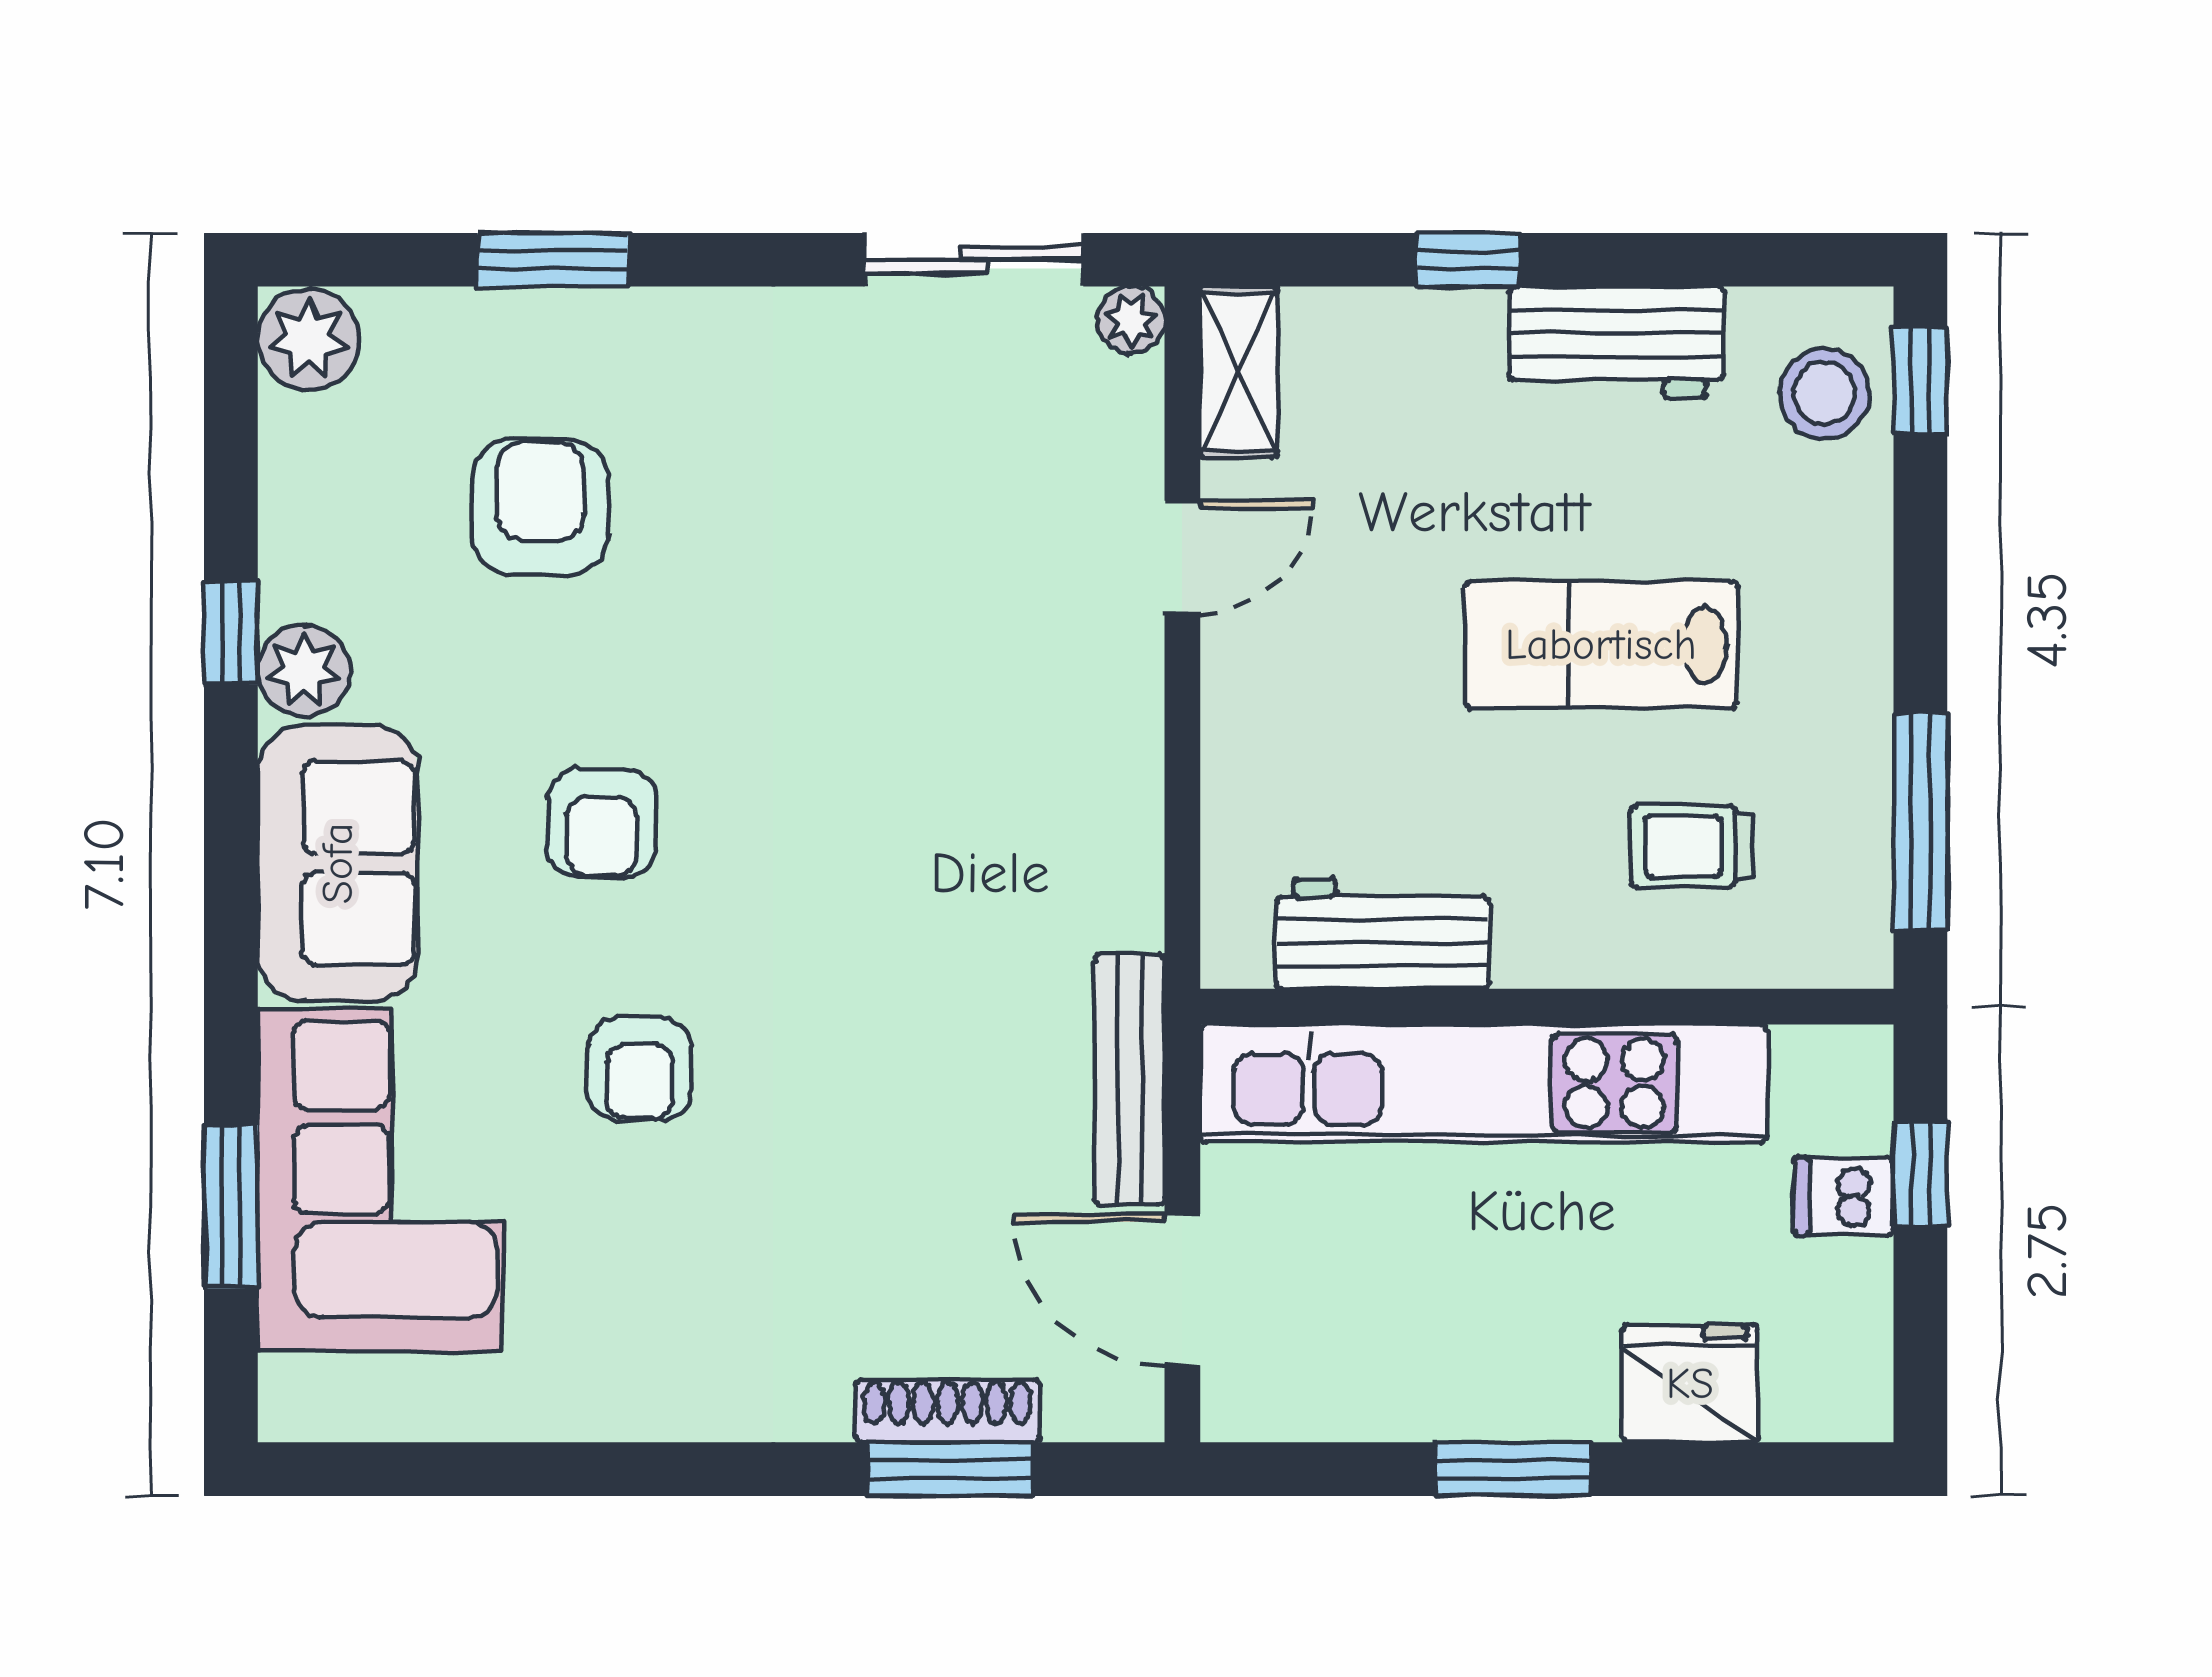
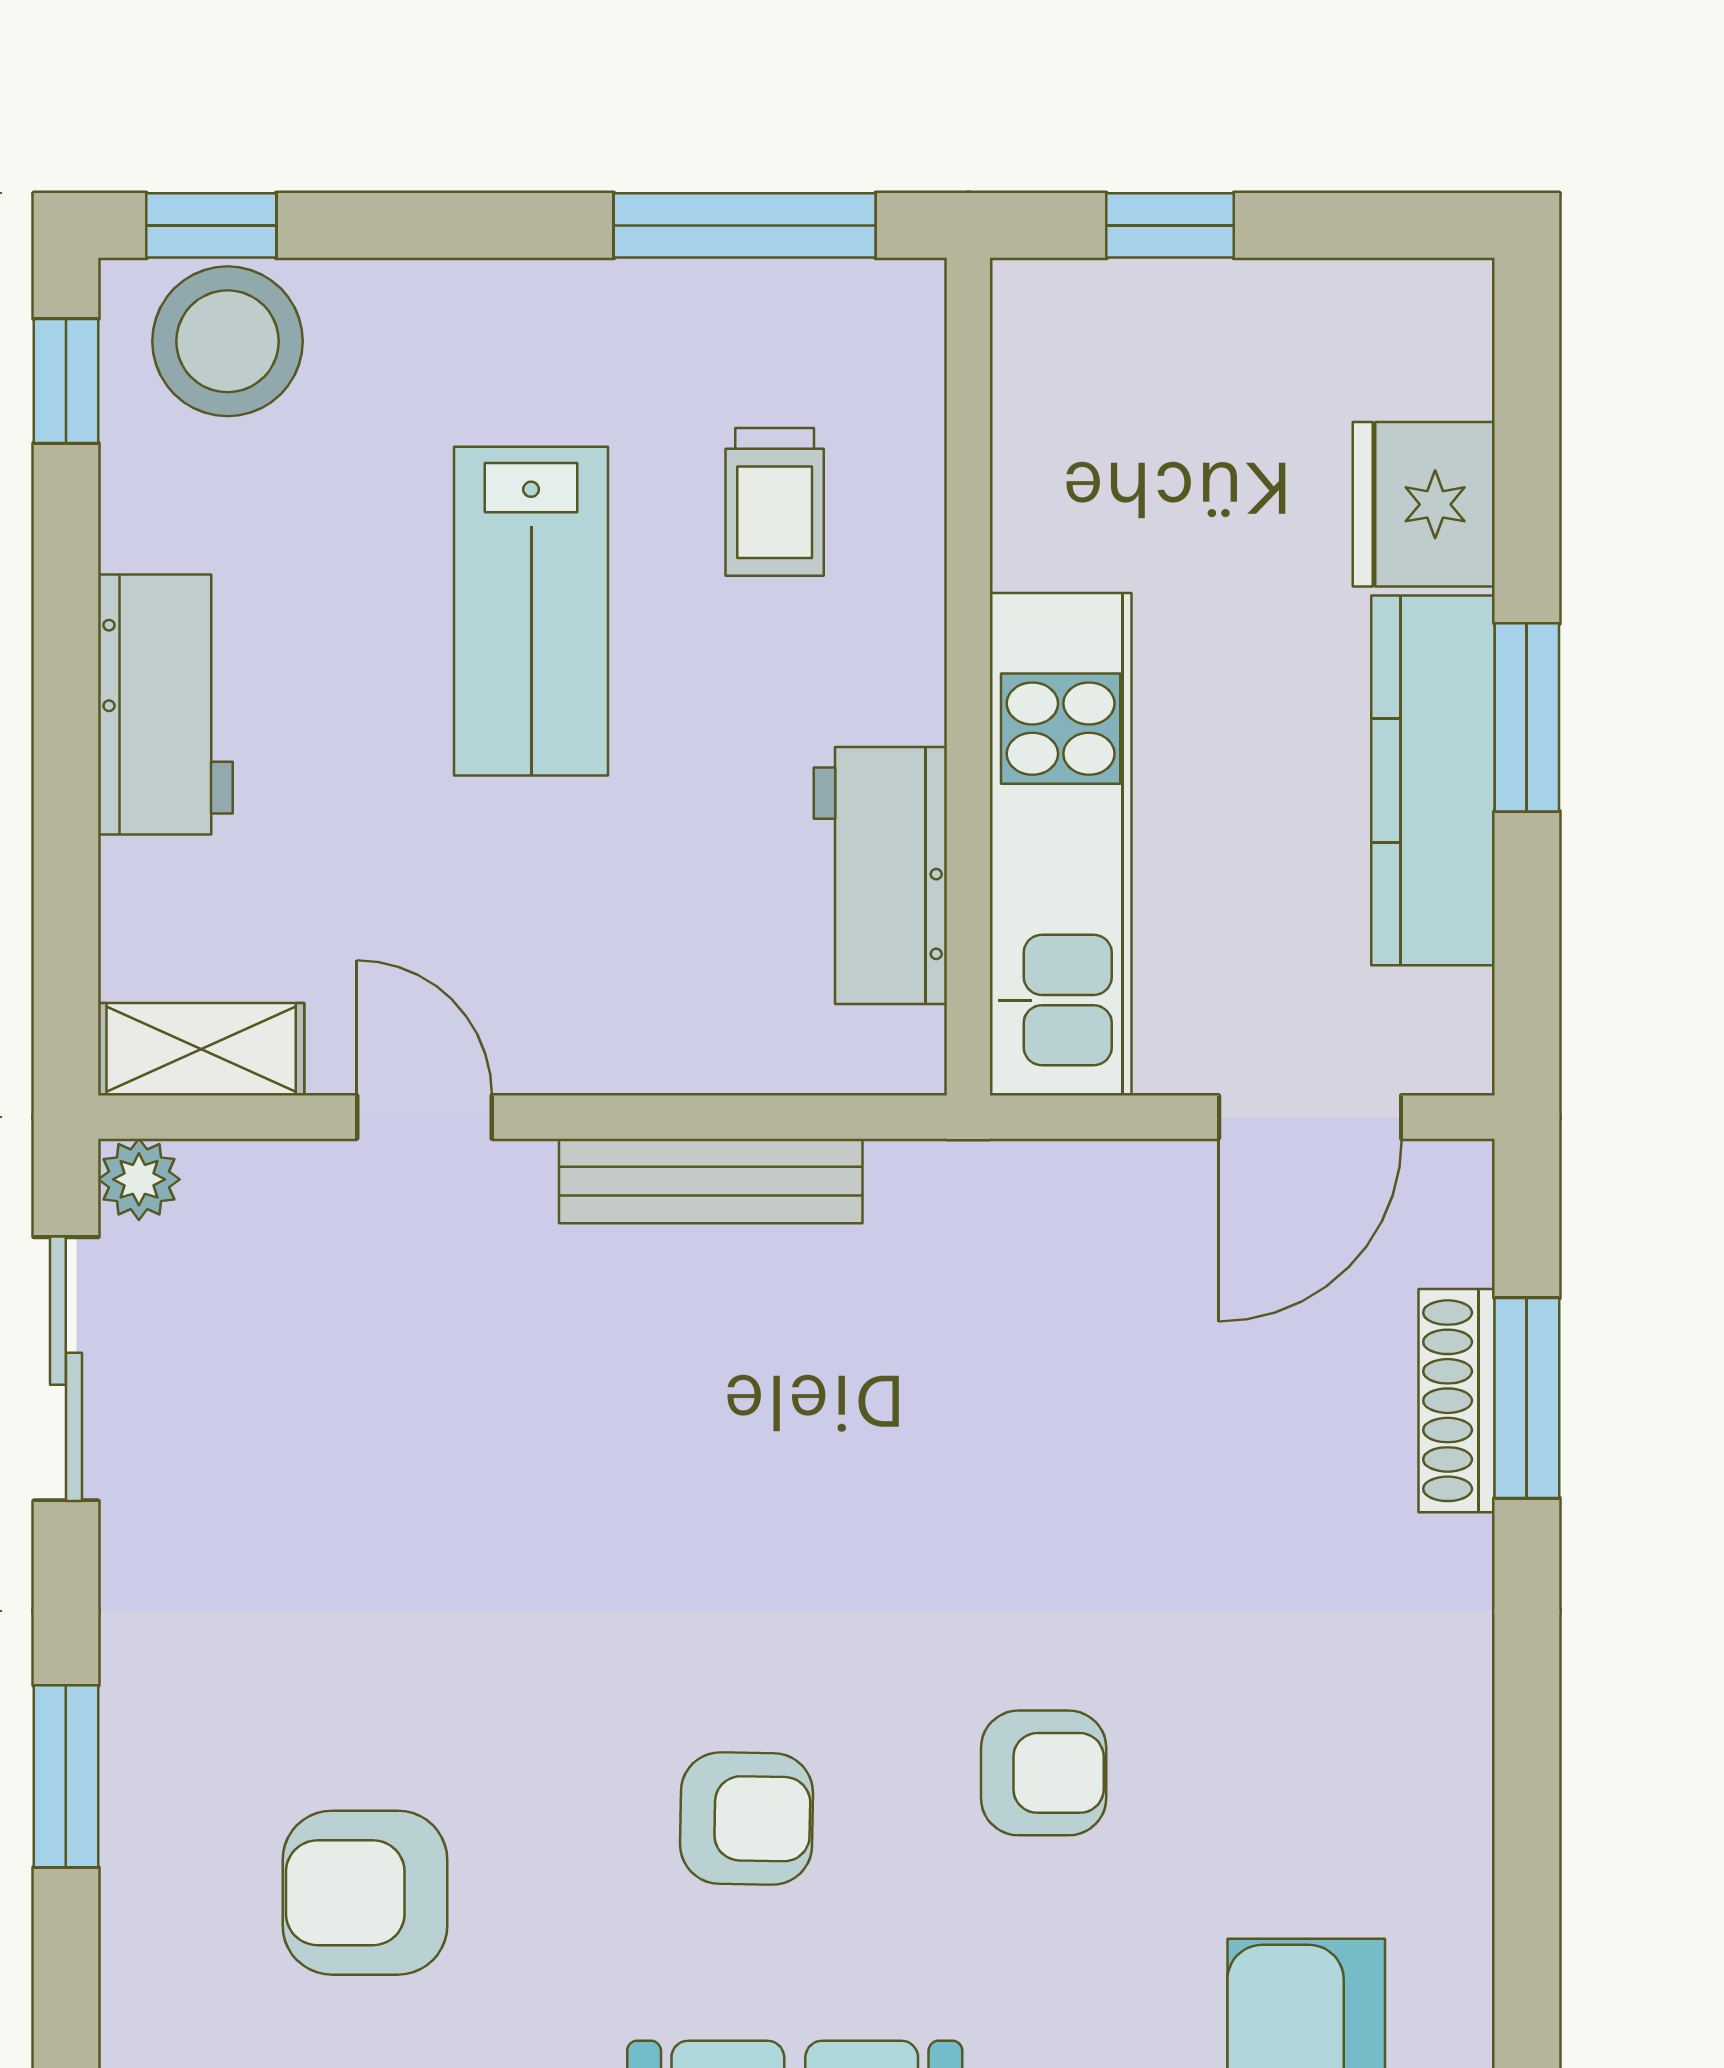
window: (553, 260) -> (66, 1776), moved
window: (1468, 260) -> (66, 381), moved
workbench: (1616, 342) -> (165, 704), moved
stool: (1824, 393) -> (227, 341), width x1.38, depth x1.38
bench: (1129, 1079) -> (711, 1181), moved
kitchen unit: (1484, 1083) -> (1061, 844), width x0.73
dishwasher: (1844, 1196) -> (1198, 318), removed
kitchen counter: (1461, 1391) -> (1433, 780), added

